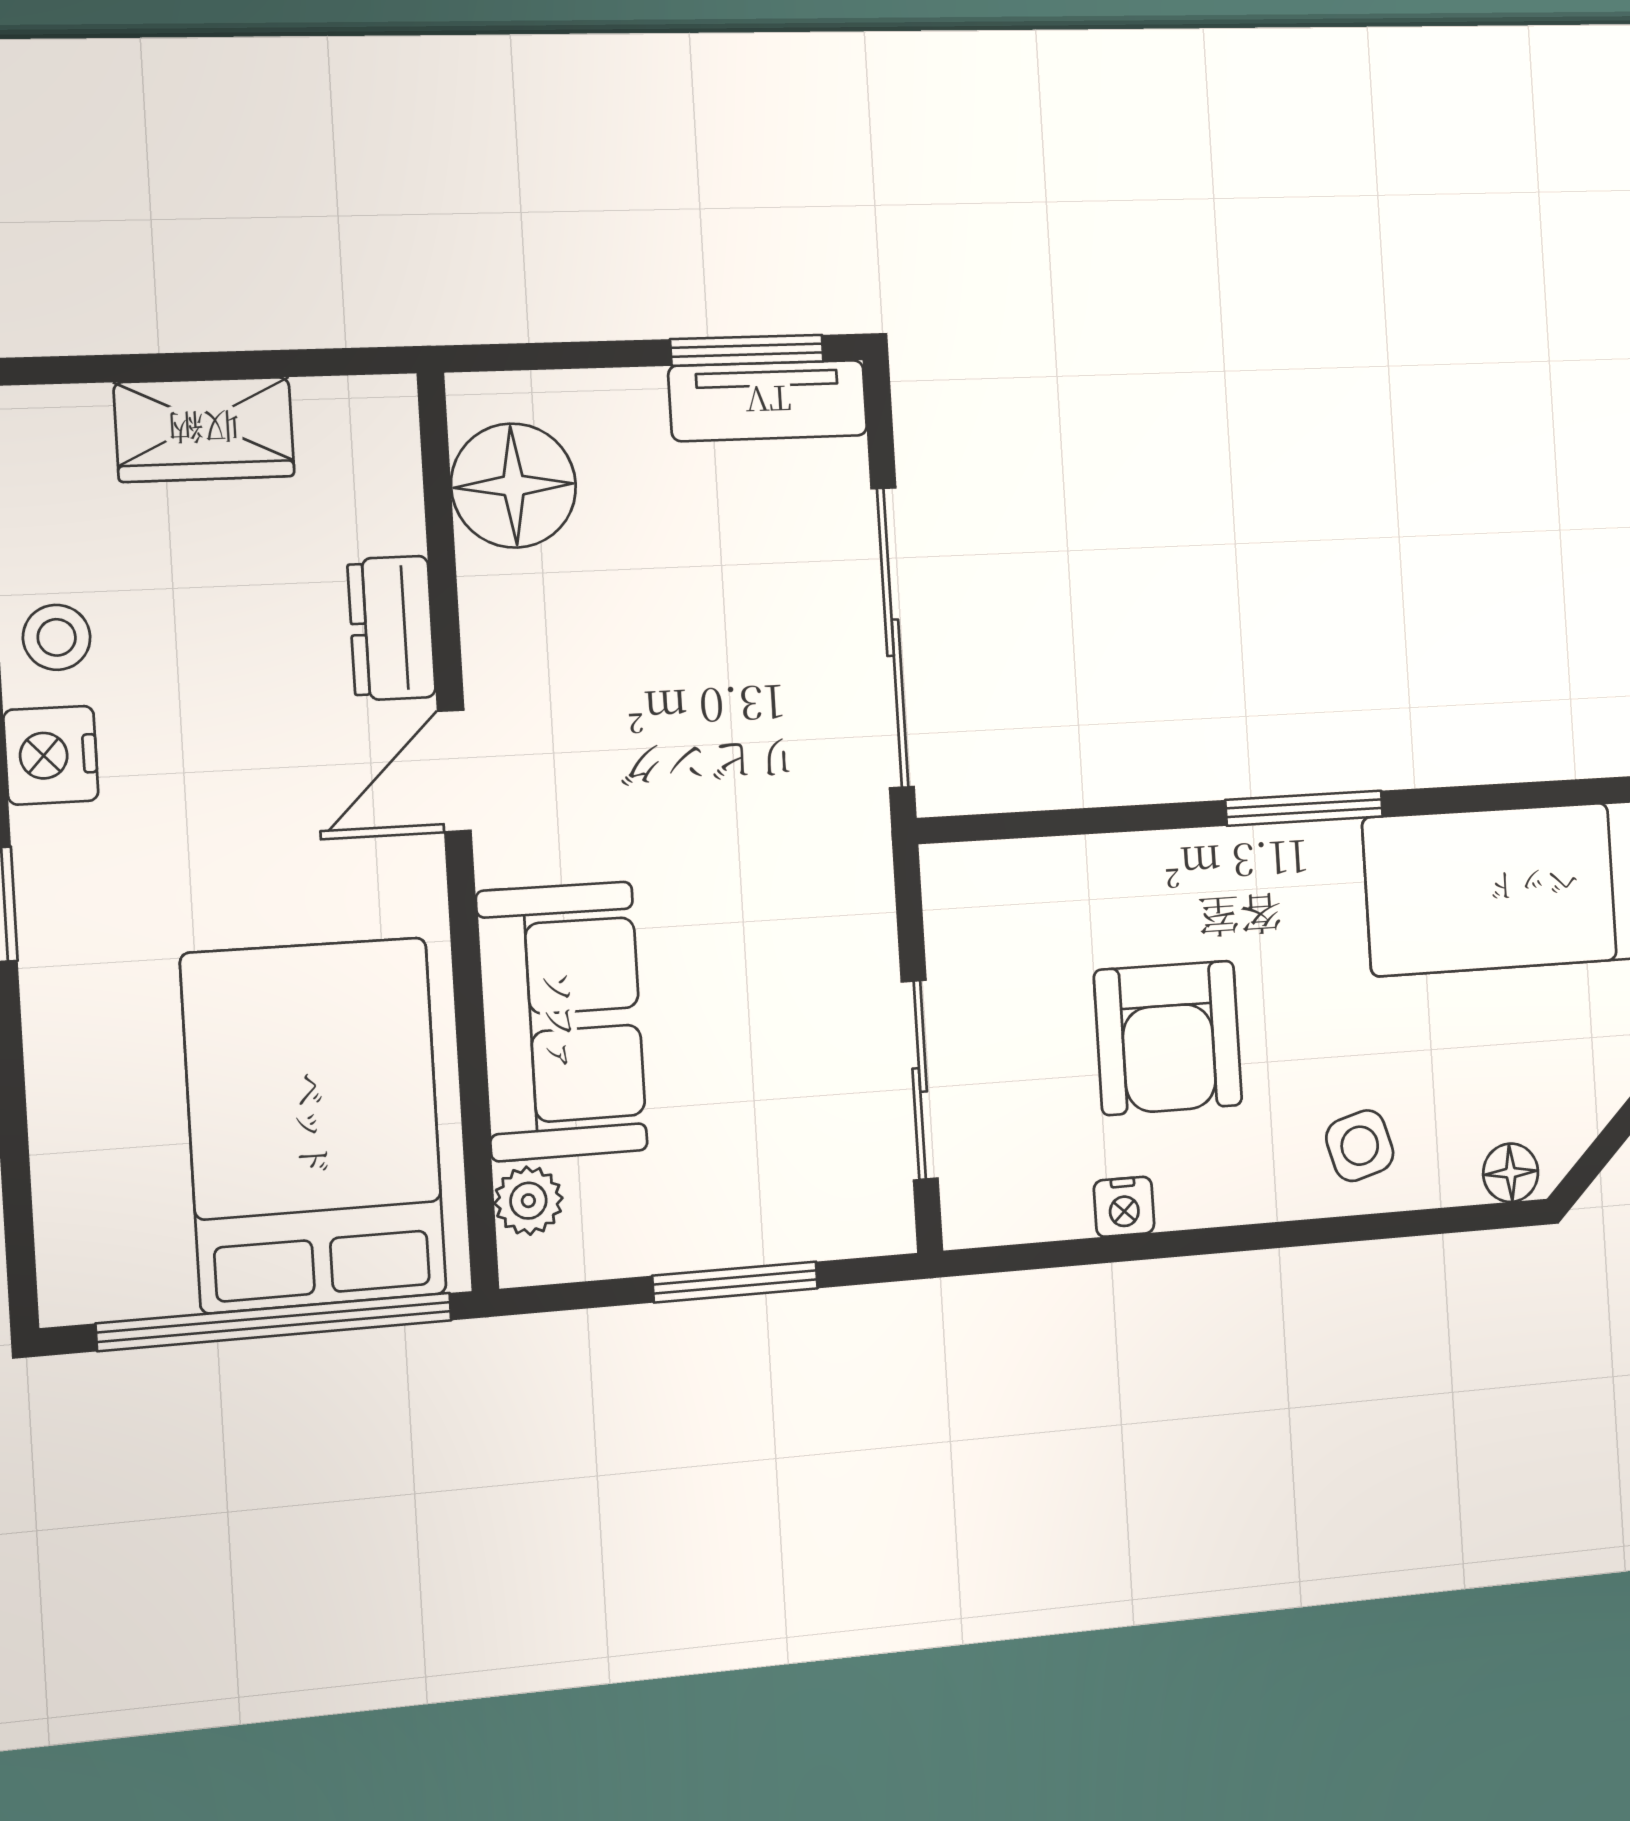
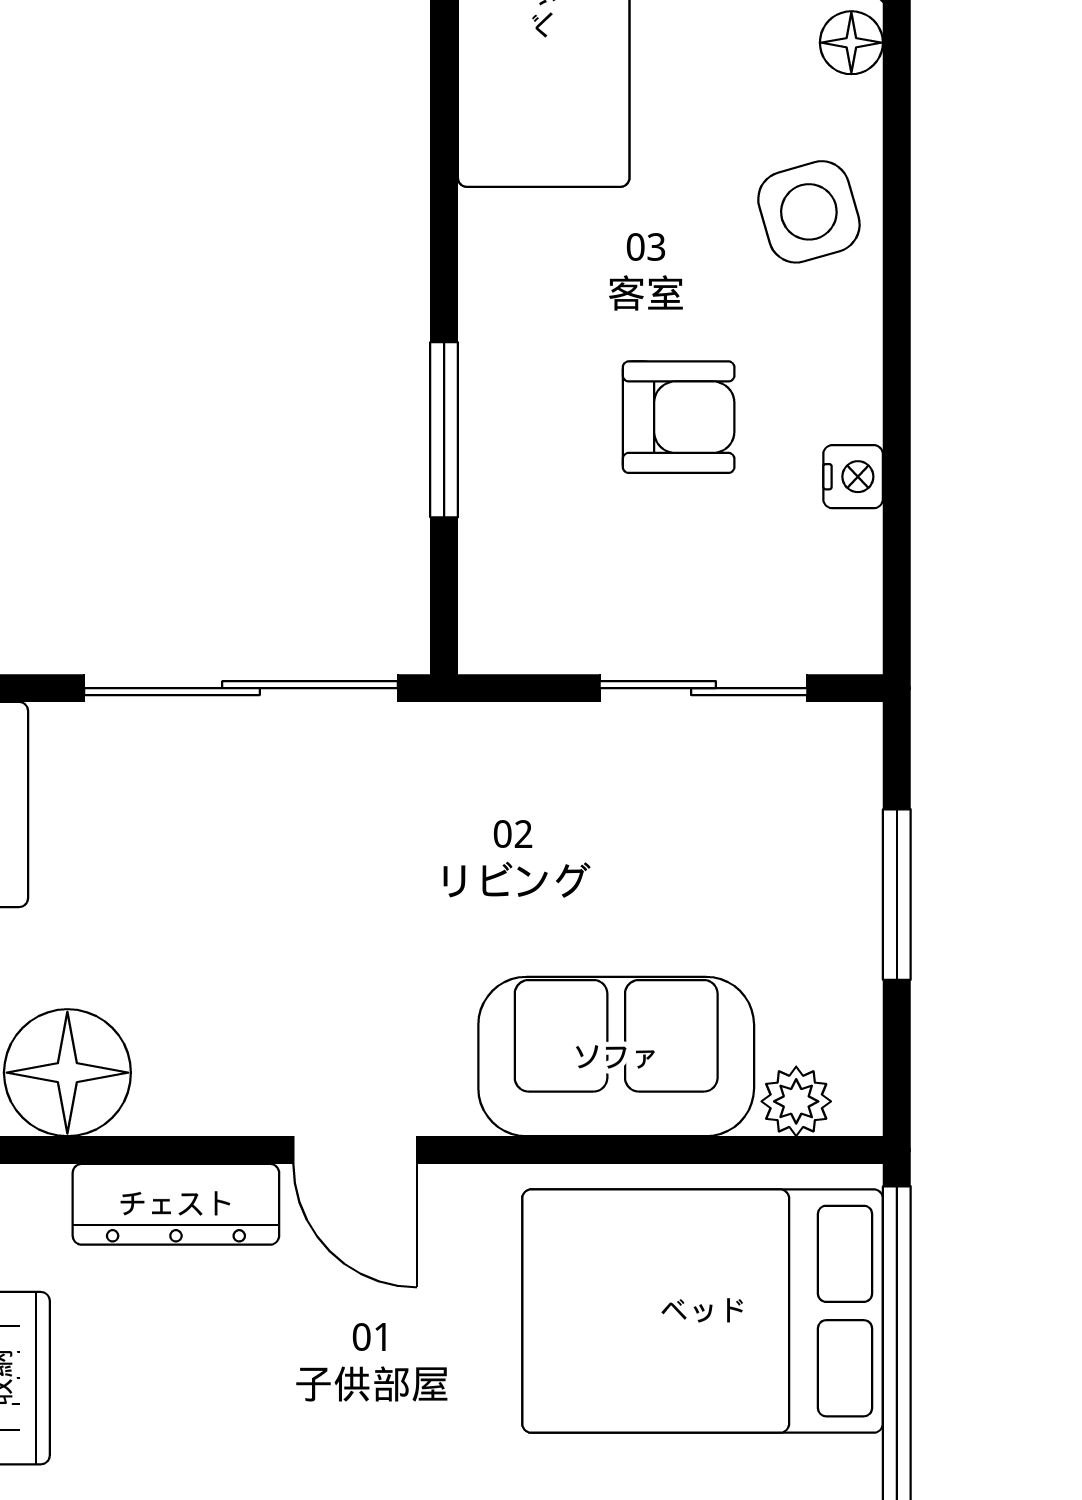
dresser: (392, 628) -> (176, 1204), width x1.44
window: (1304, 808) -> (444, 430), moved
armchair: (1168, 1038) -> (679, 417), width x0.72, depth x0.72
side table: (1360, 1146) -> (809, 212), width x1.37, depth x1.37

